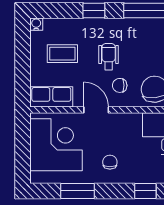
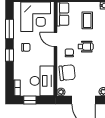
door: (96, 110) -> (55, 39), swing flipped
window: (145, 191) -> (9, 55), moved

